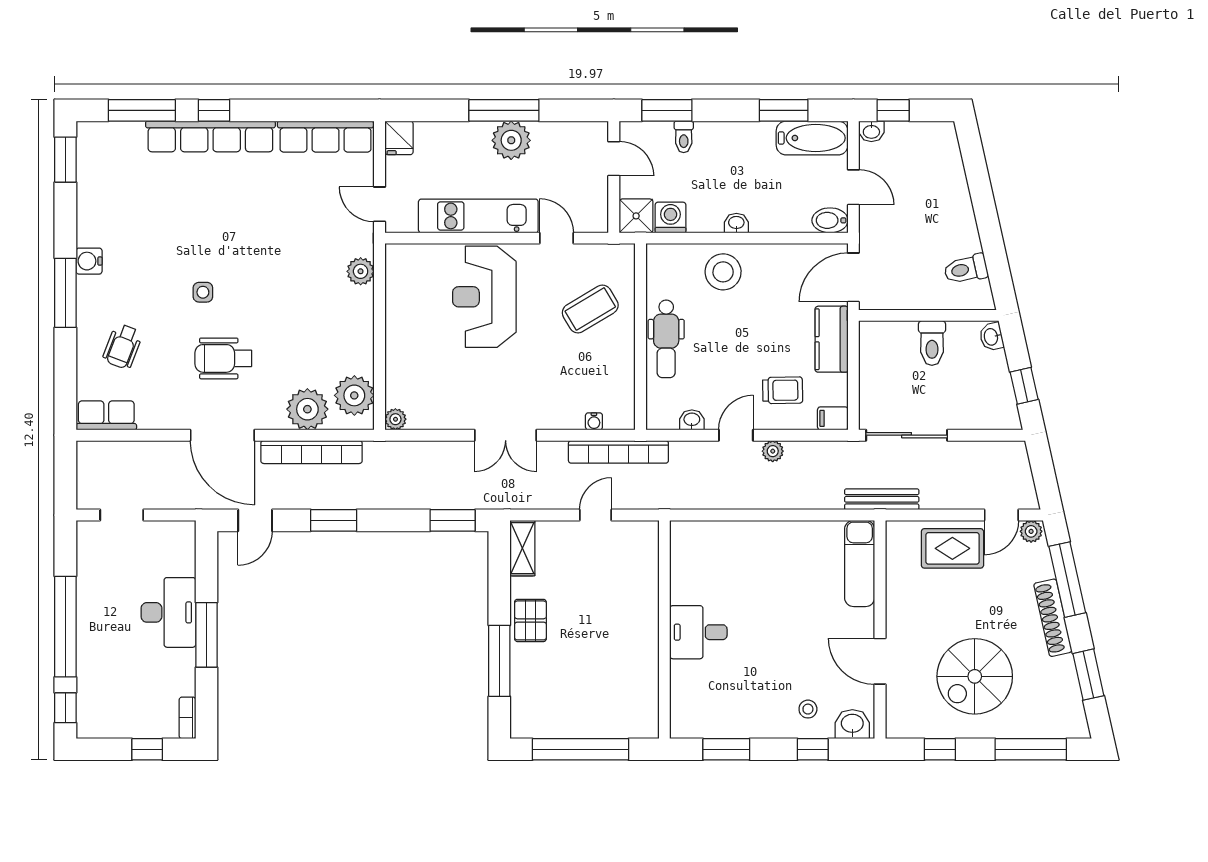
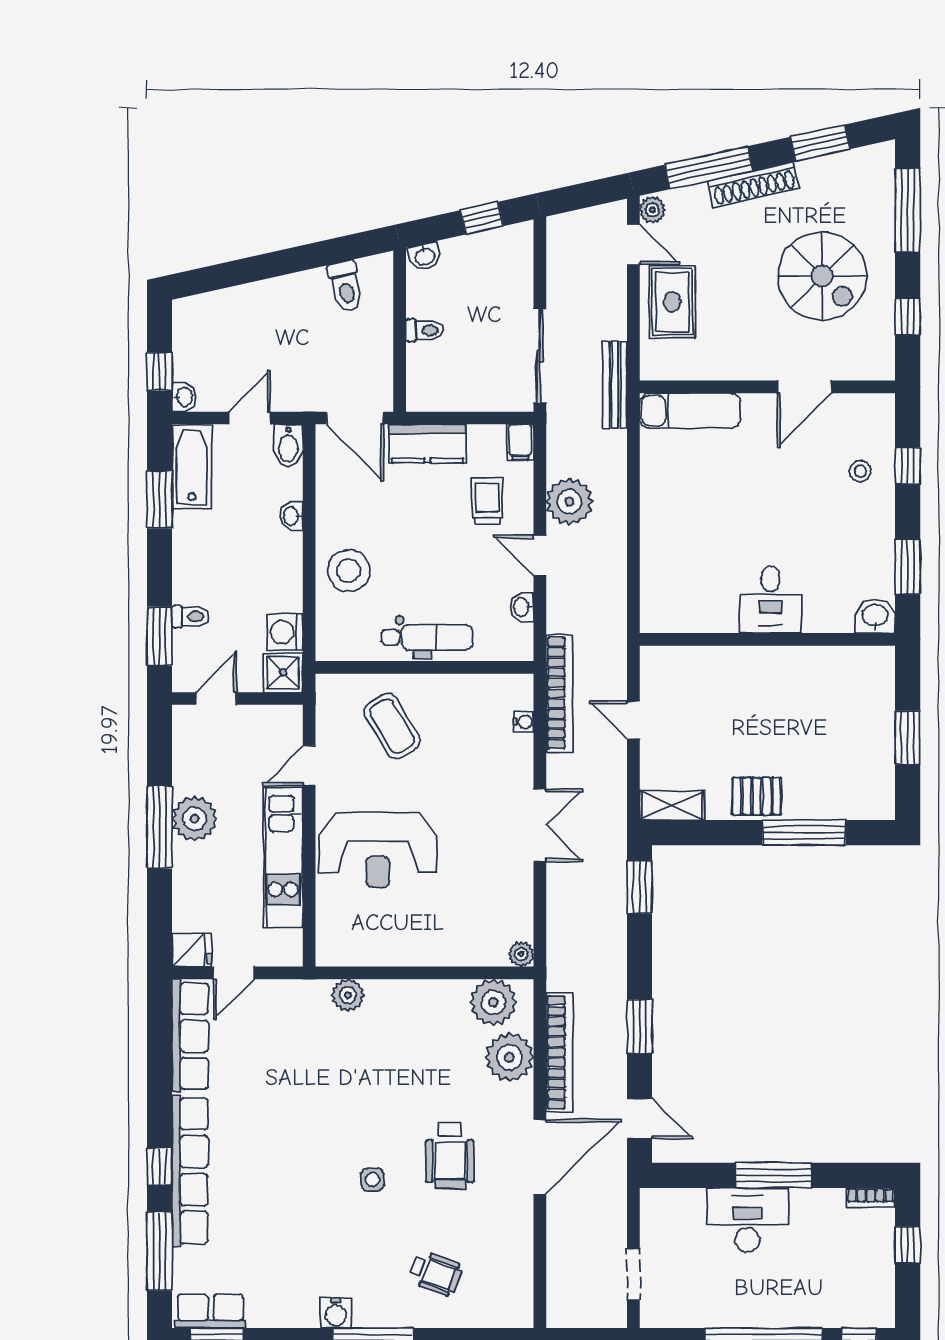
door: (380, 204) -> (234, 973), moved
washbasin: (736, 223) -> (291, 516), moved
toilet: (932, 343) -> (425, 330), width x0.73, depth x0.72
row of seats: (106, 415) -> (211, 1311), moved, turned 90
plant: (773, 451) -> (569, 502), width x1.87, depth x1.87
washbasin: (852, 724) -> (875, 616), moved, turned 90
window: (581, 749) -> (908, 737), width x0.47

